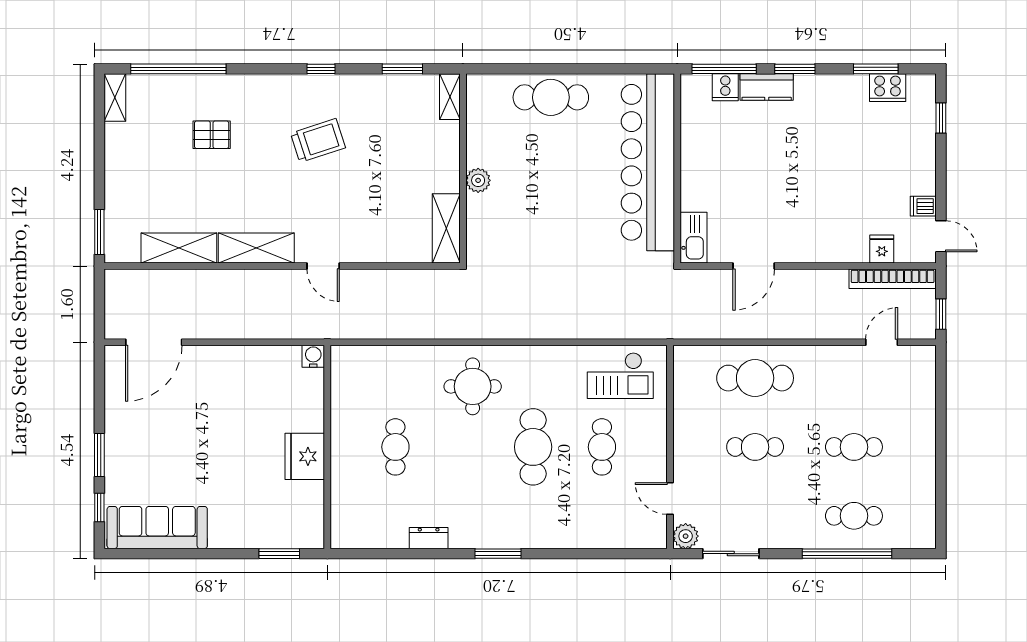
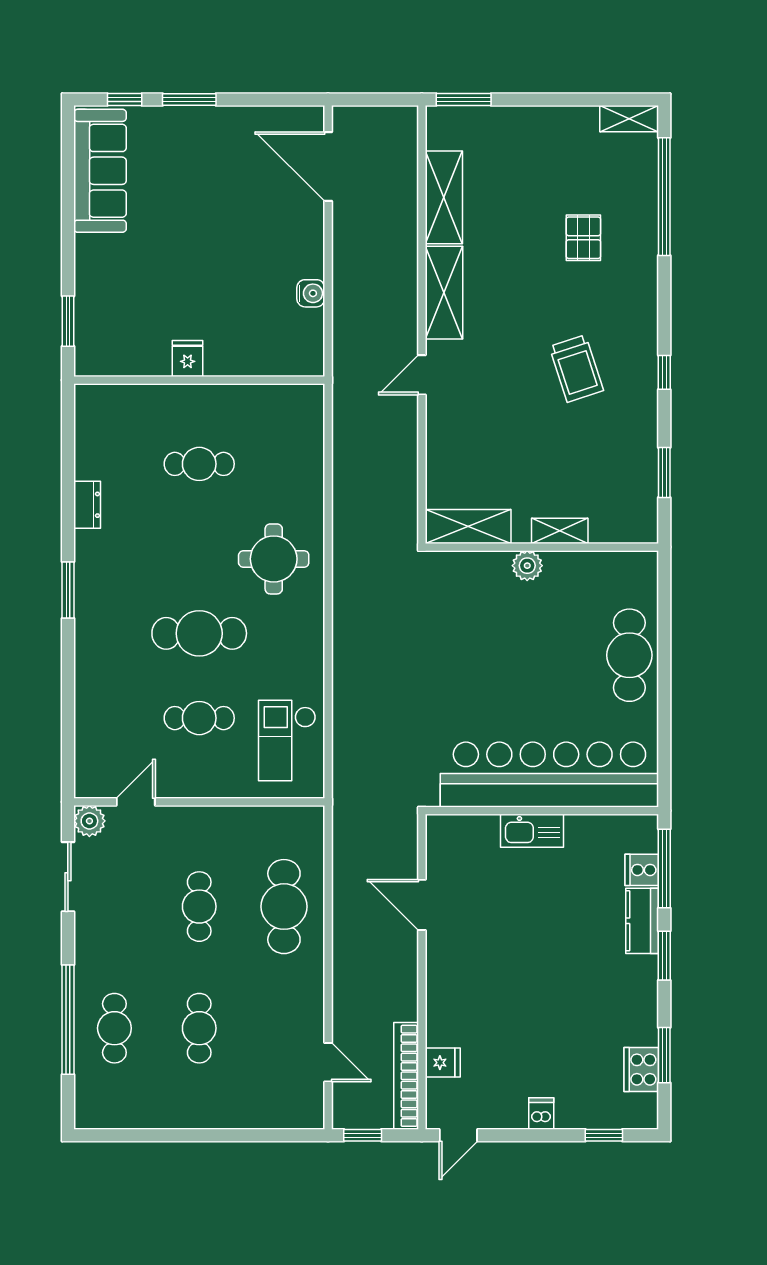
shelving: (450, 97) -> (560, 531), moved
dishwasher: (923, 206) -> (541, 1113), moved
kitchen sink: (693, 238) -> (532, 831), moved
water cooler: (313, 356) -> (311, 293), moved
fridge: (305, 456) -> (188, 358), width x0.53, depth x0.75

